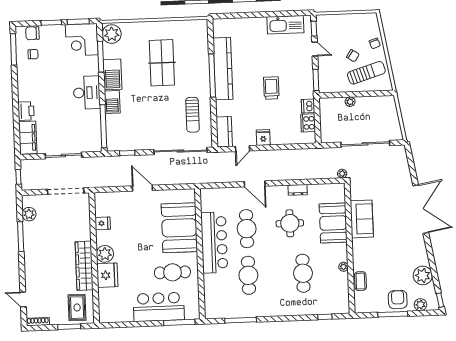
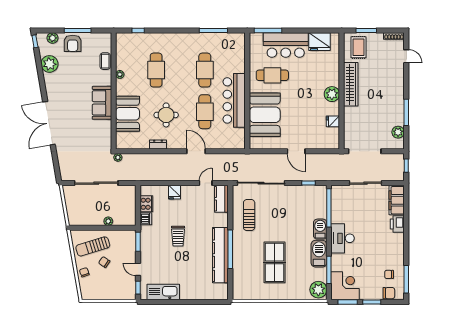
fridge: (263, 138) -> (174, 192), moved
sofa: (362, 219) -> (102, 103), moved
fridge: (107, 275) -> (320, 42), moved, turned -90

